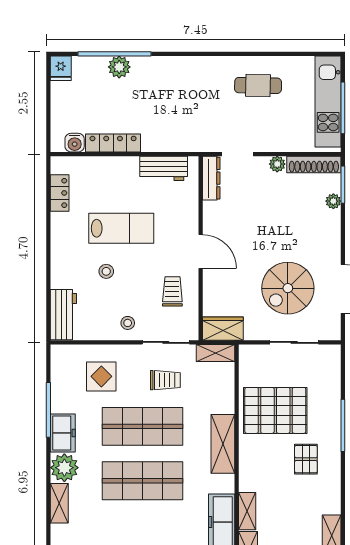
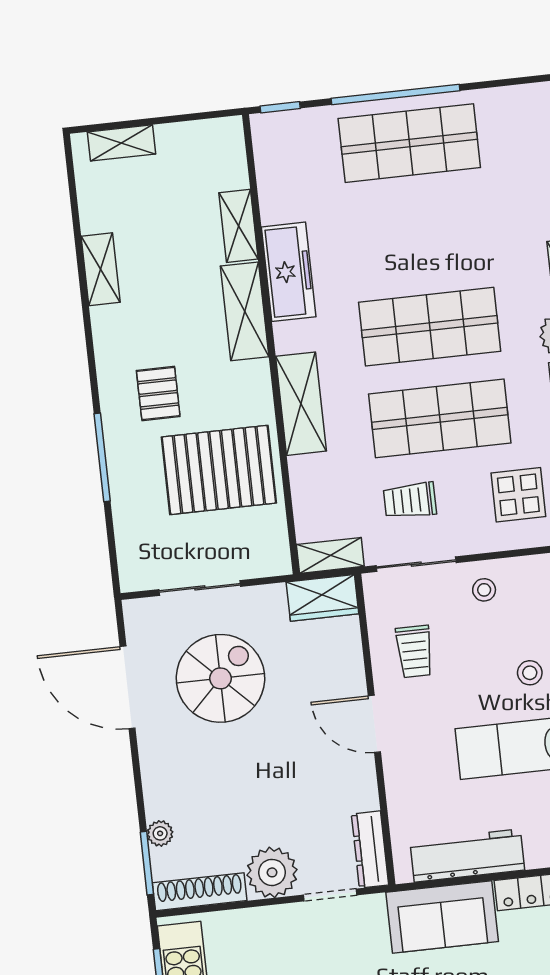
sofa: (173, 134) -> (442, 917), added
plant: (277, 164) -> (272, 872), width x1.88, depth x1.88
workbench: (164, 168) -> (467, 855), width x1.38
shelving: (247, 511) -> (245, 311), width x1.50, depth x1.33

